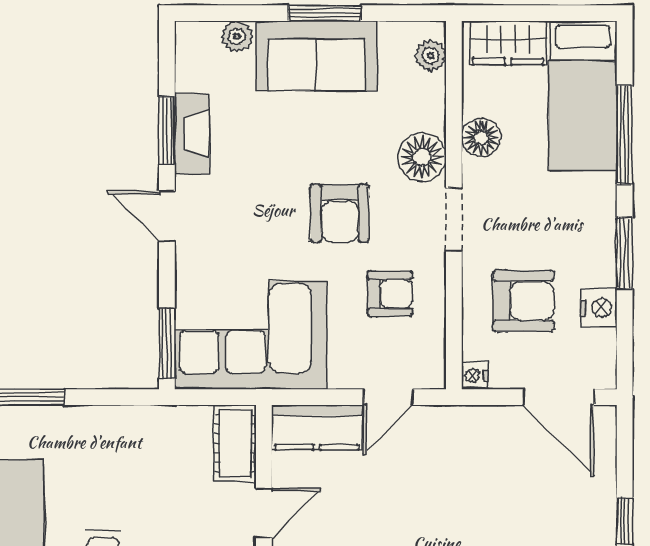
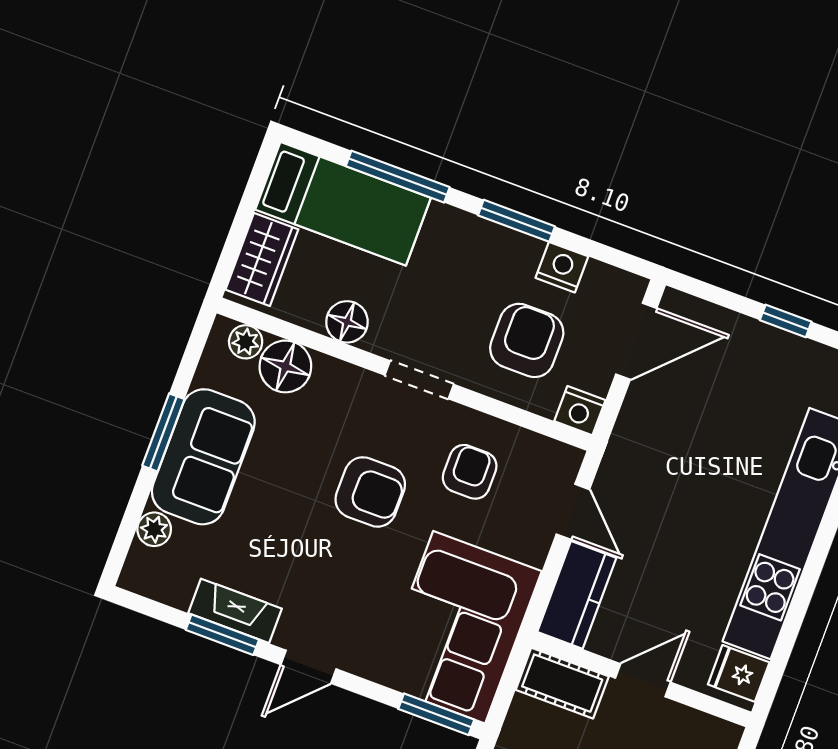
floor lamp: (422, 157) -> (285, 366), moved
nightstand: (475, 376) -> (580, 411), width x1.39, depth x1.35
door: (264, 513) -> (643, 680), hinge flipped

